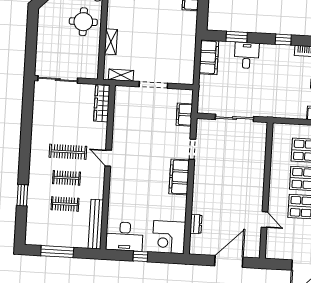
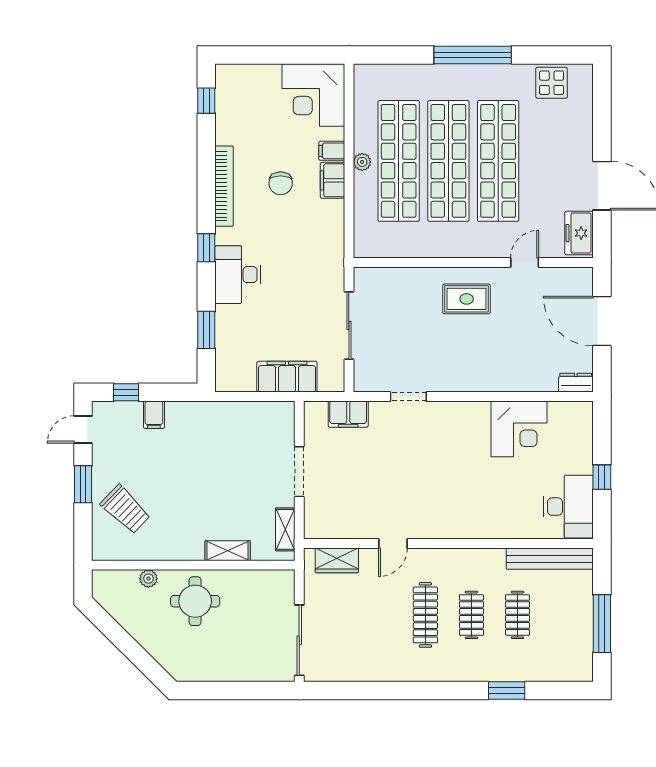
desk: (247, 55) -> (238, 275), moved, width x1.37
filing cabinet: (209, 57) -> (287, 377), moved
wardrobe: (102, 103) -> (337, 560), width x0.67
door: (108, 158) -> (393, 544), moved
filing cabinet: (179, 177) -> (458, 417), removed
rug: (246, 185) -> (467, 299), added
dresser: (196, 224) -> (576, 383), moved
corner desk: (169, 237) -> (519, 429), moved
freezer: (279, 251) -> (579, 233), added

